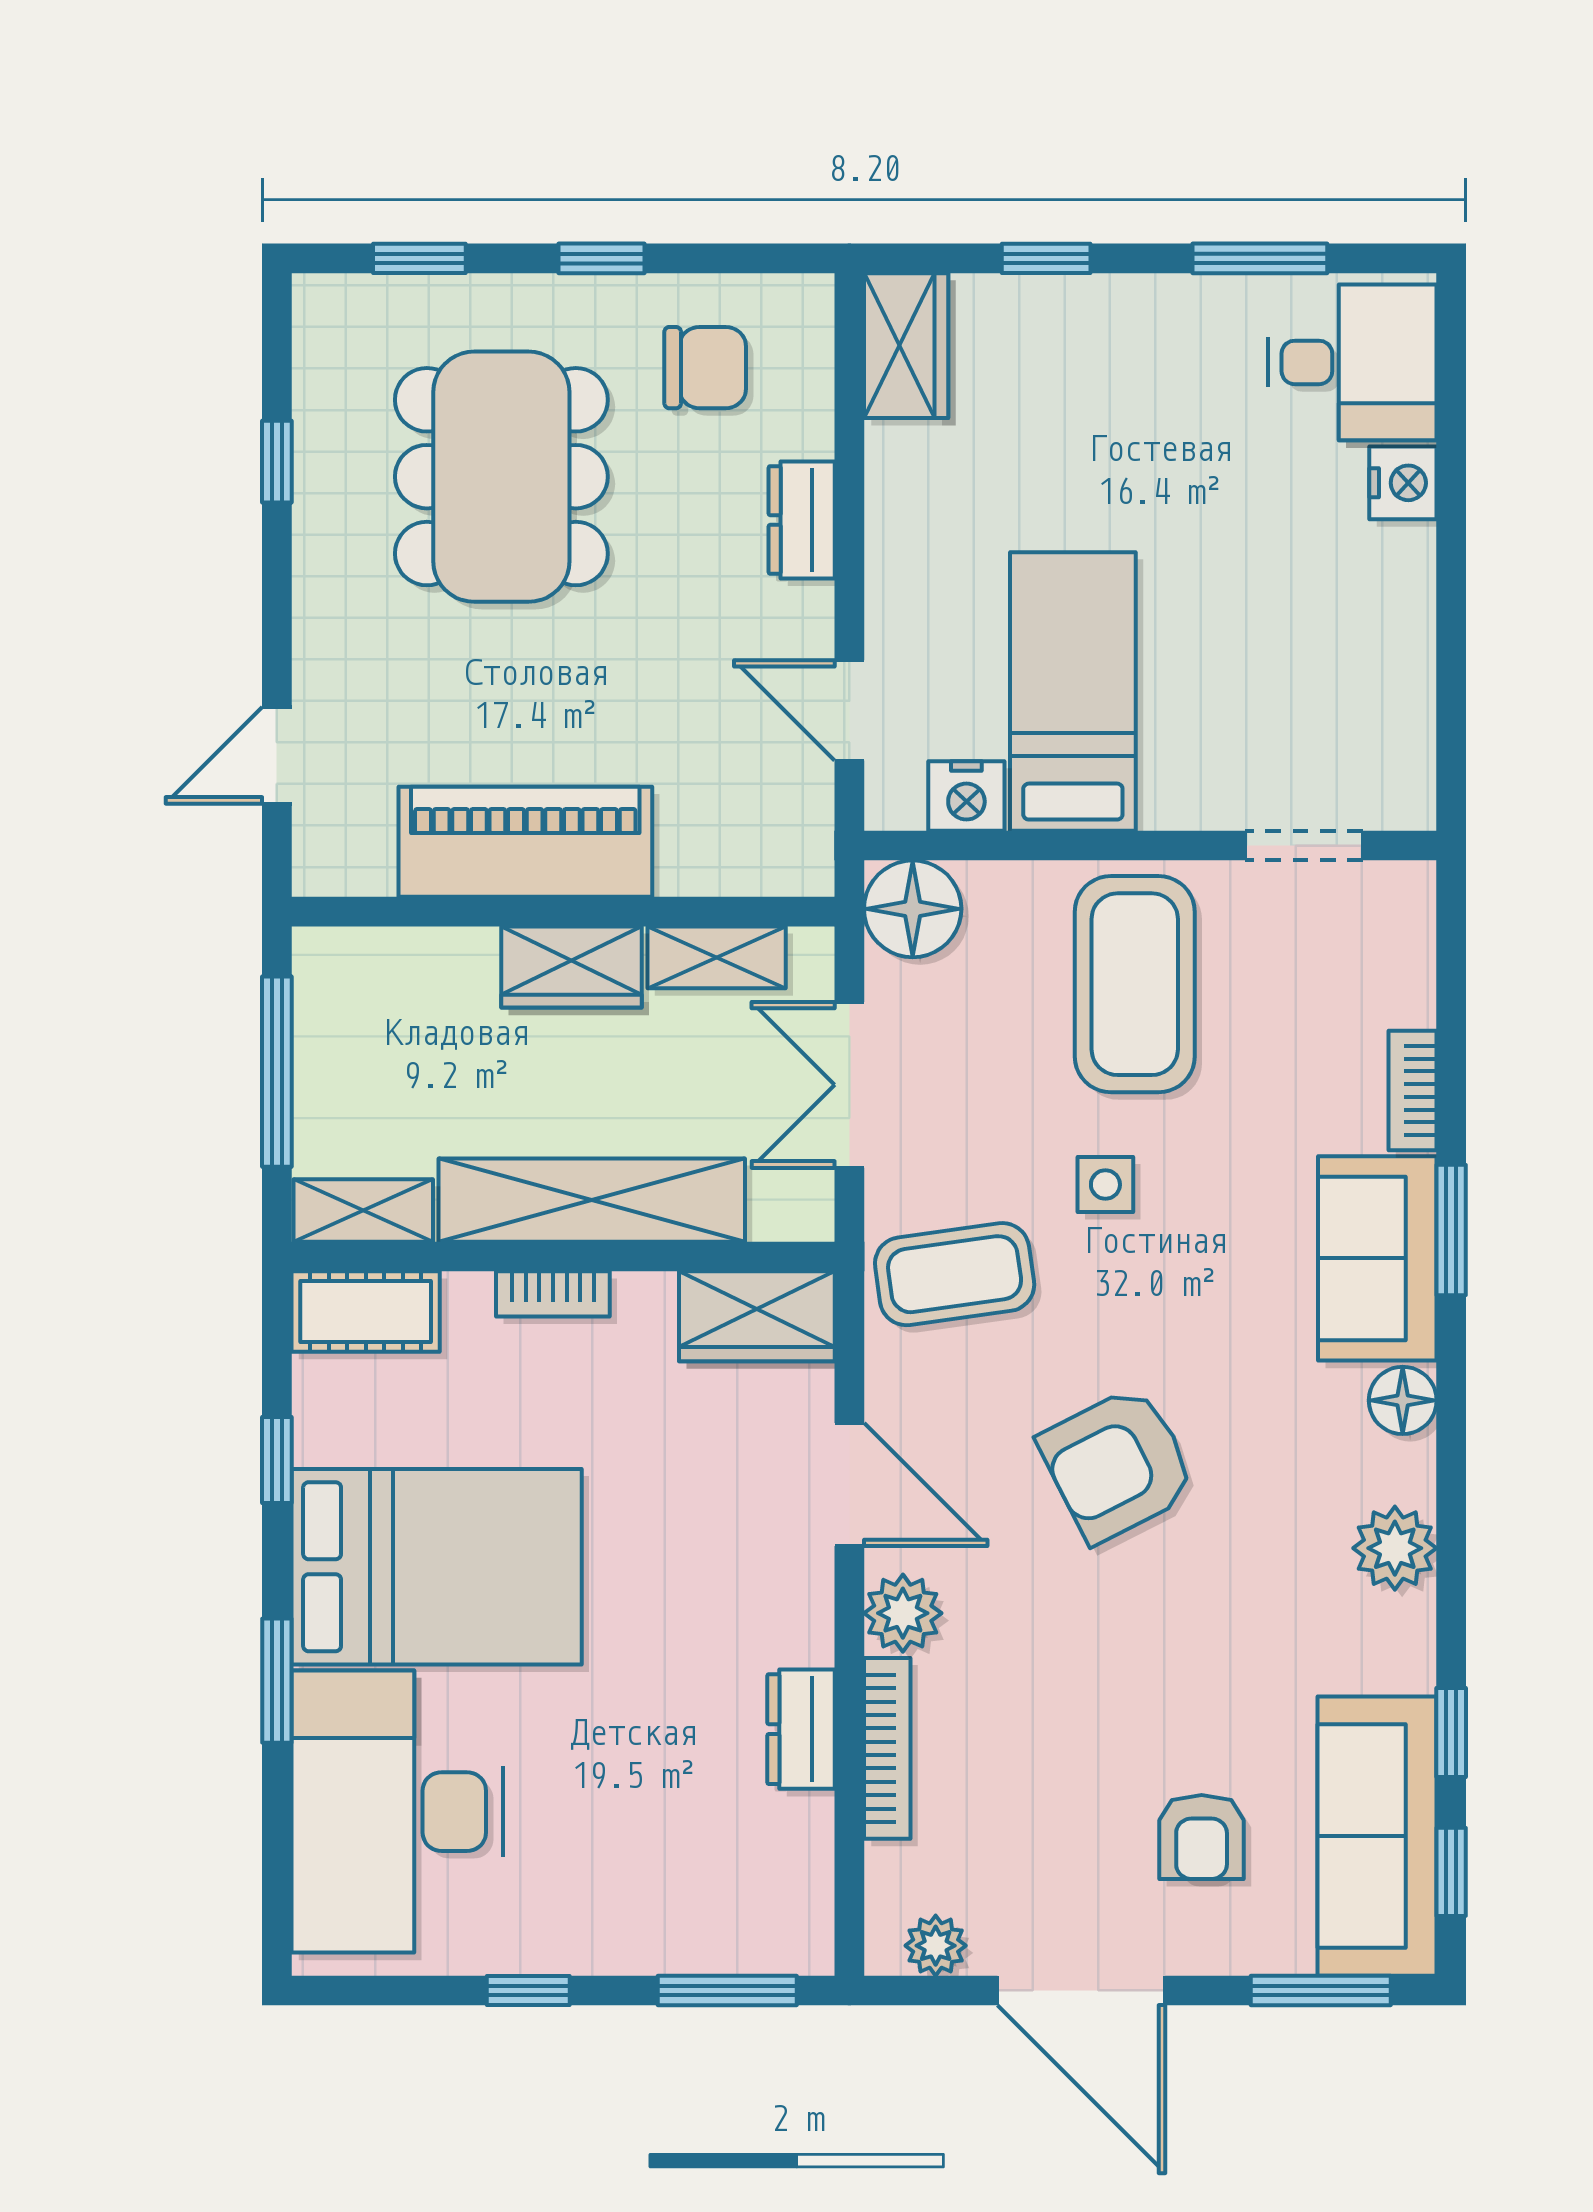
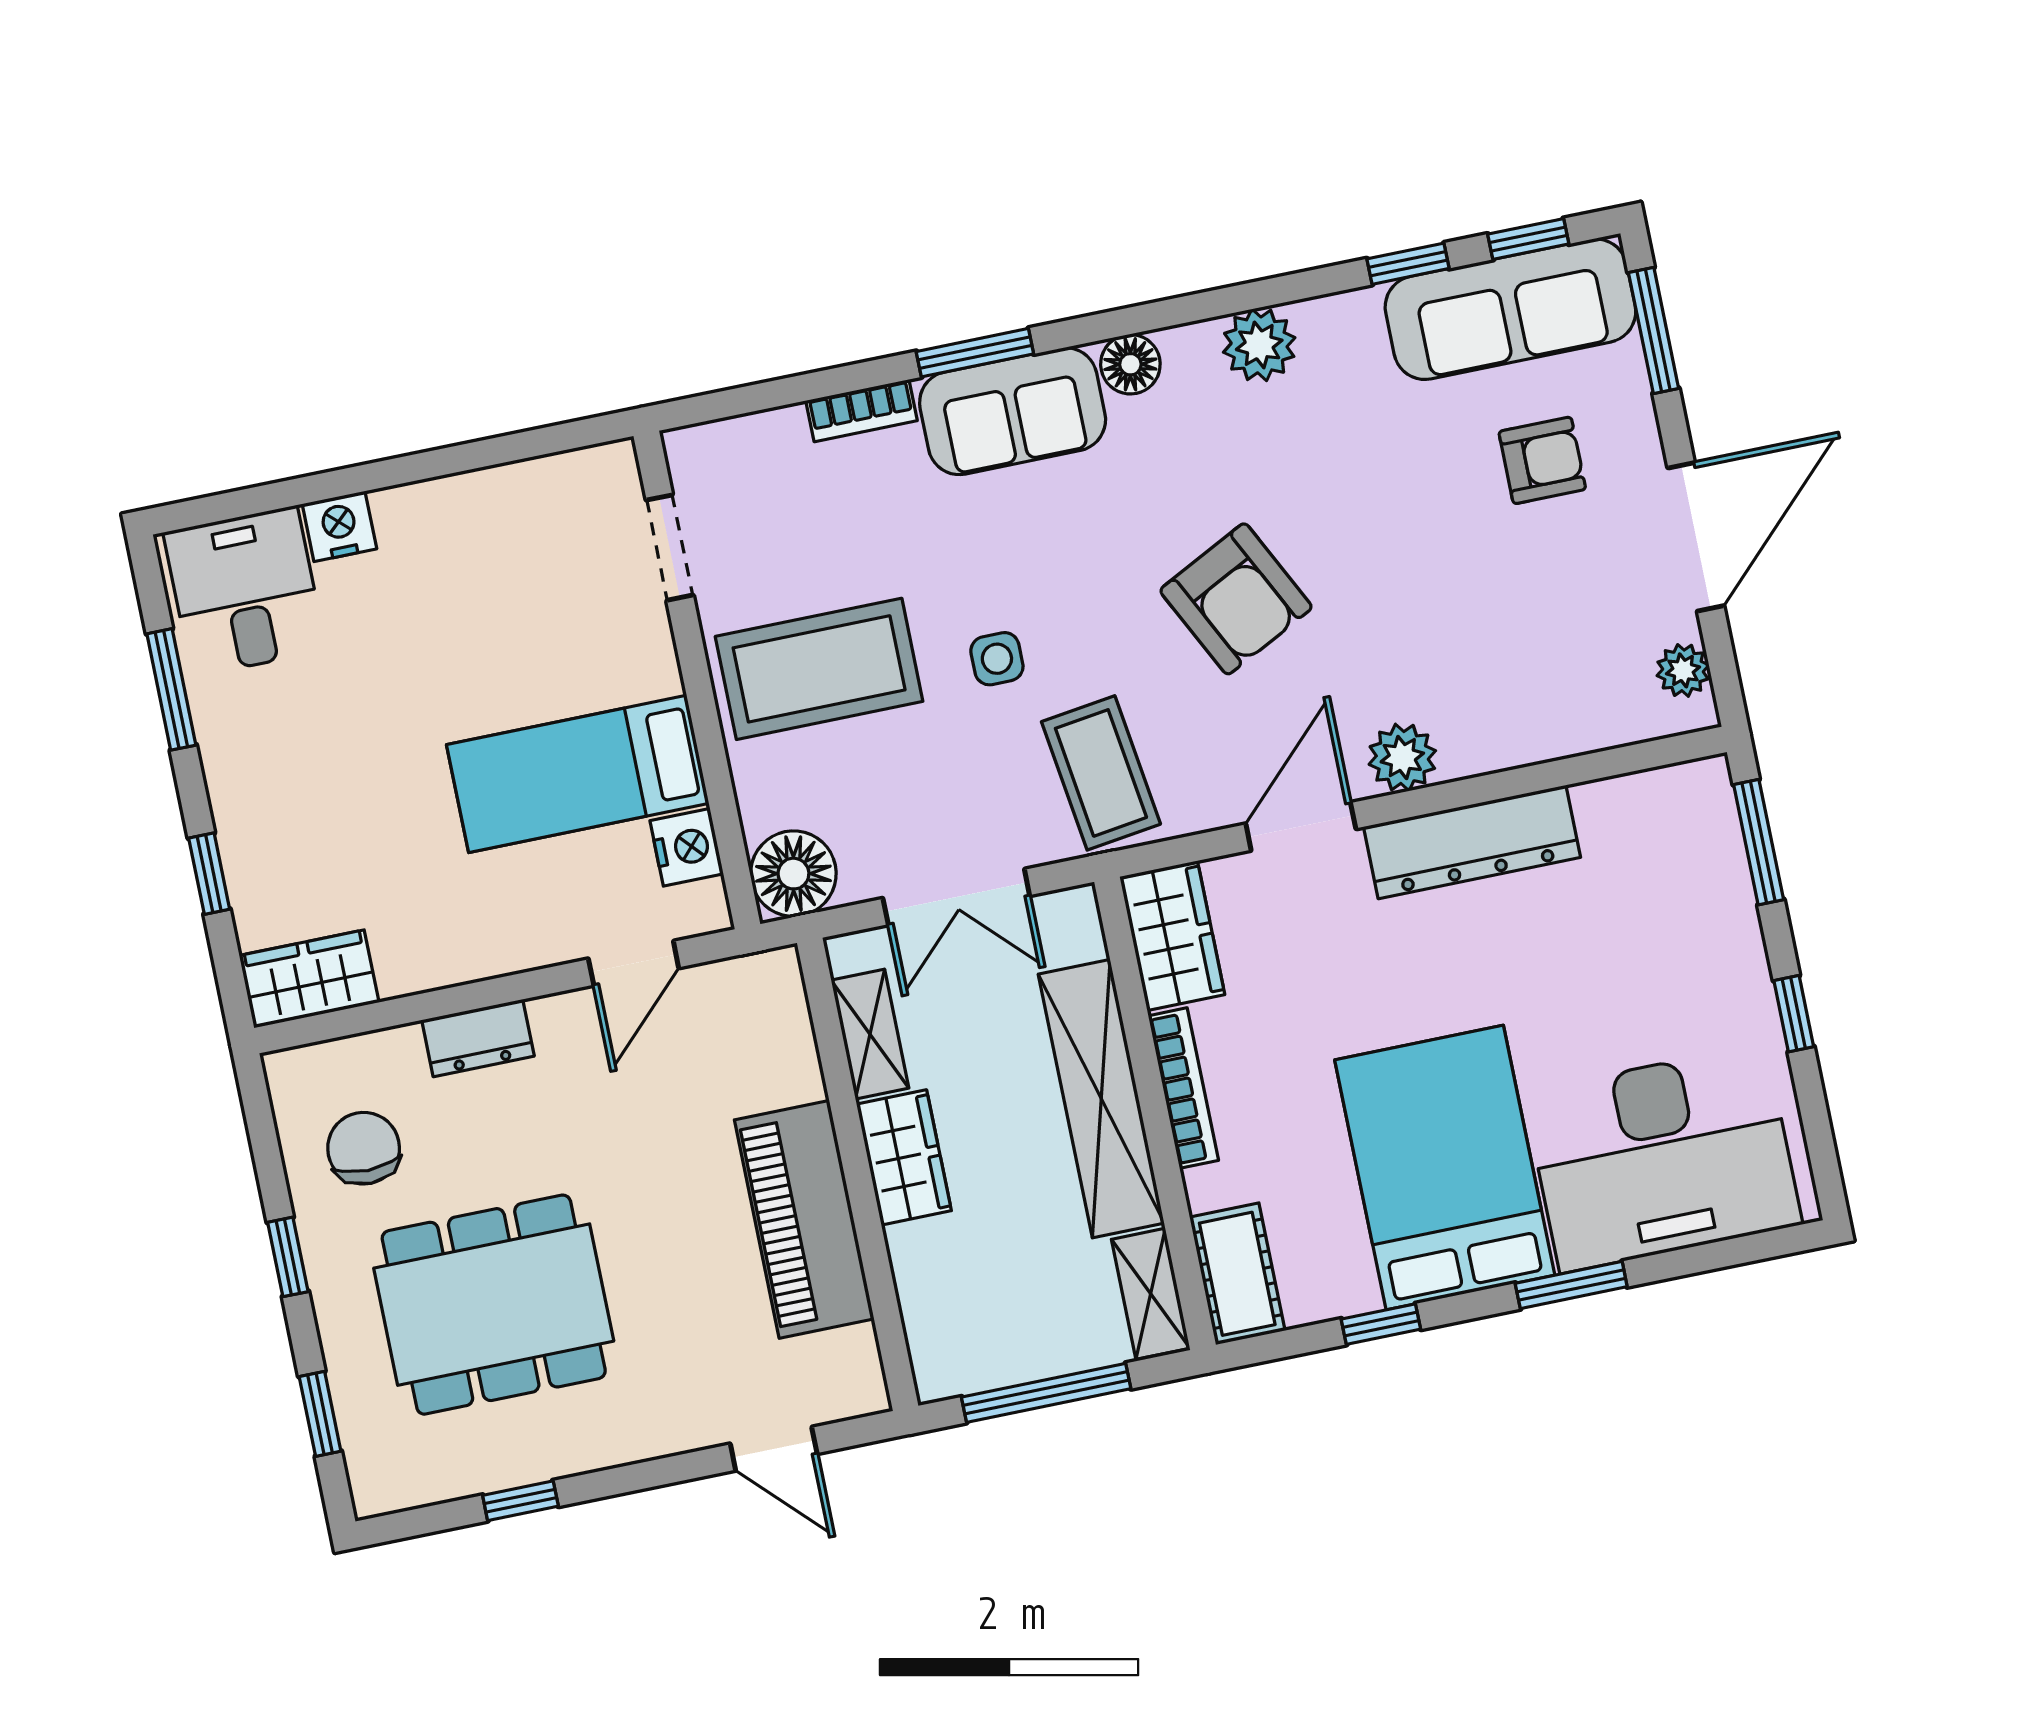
bookcase: (553, 1294) -> (1183, 1088), width x1.56
dresser: (801, 1729) -> (1472, 842), width x1.96, depth x1.24
bookcase: (887, 1748) -> (1522, 747), removed

